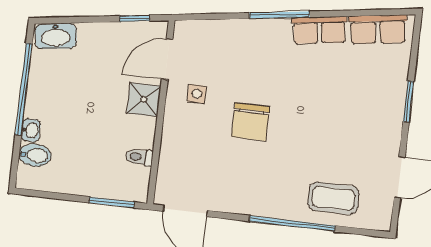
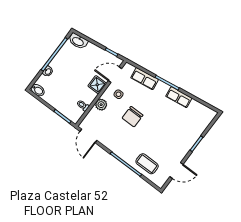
row of seats: (378, 29) -> (145, 79), moved
plant: (174, 134) -> (101, 105), added
bidet: (35, 155) -> (38, 90), moved

